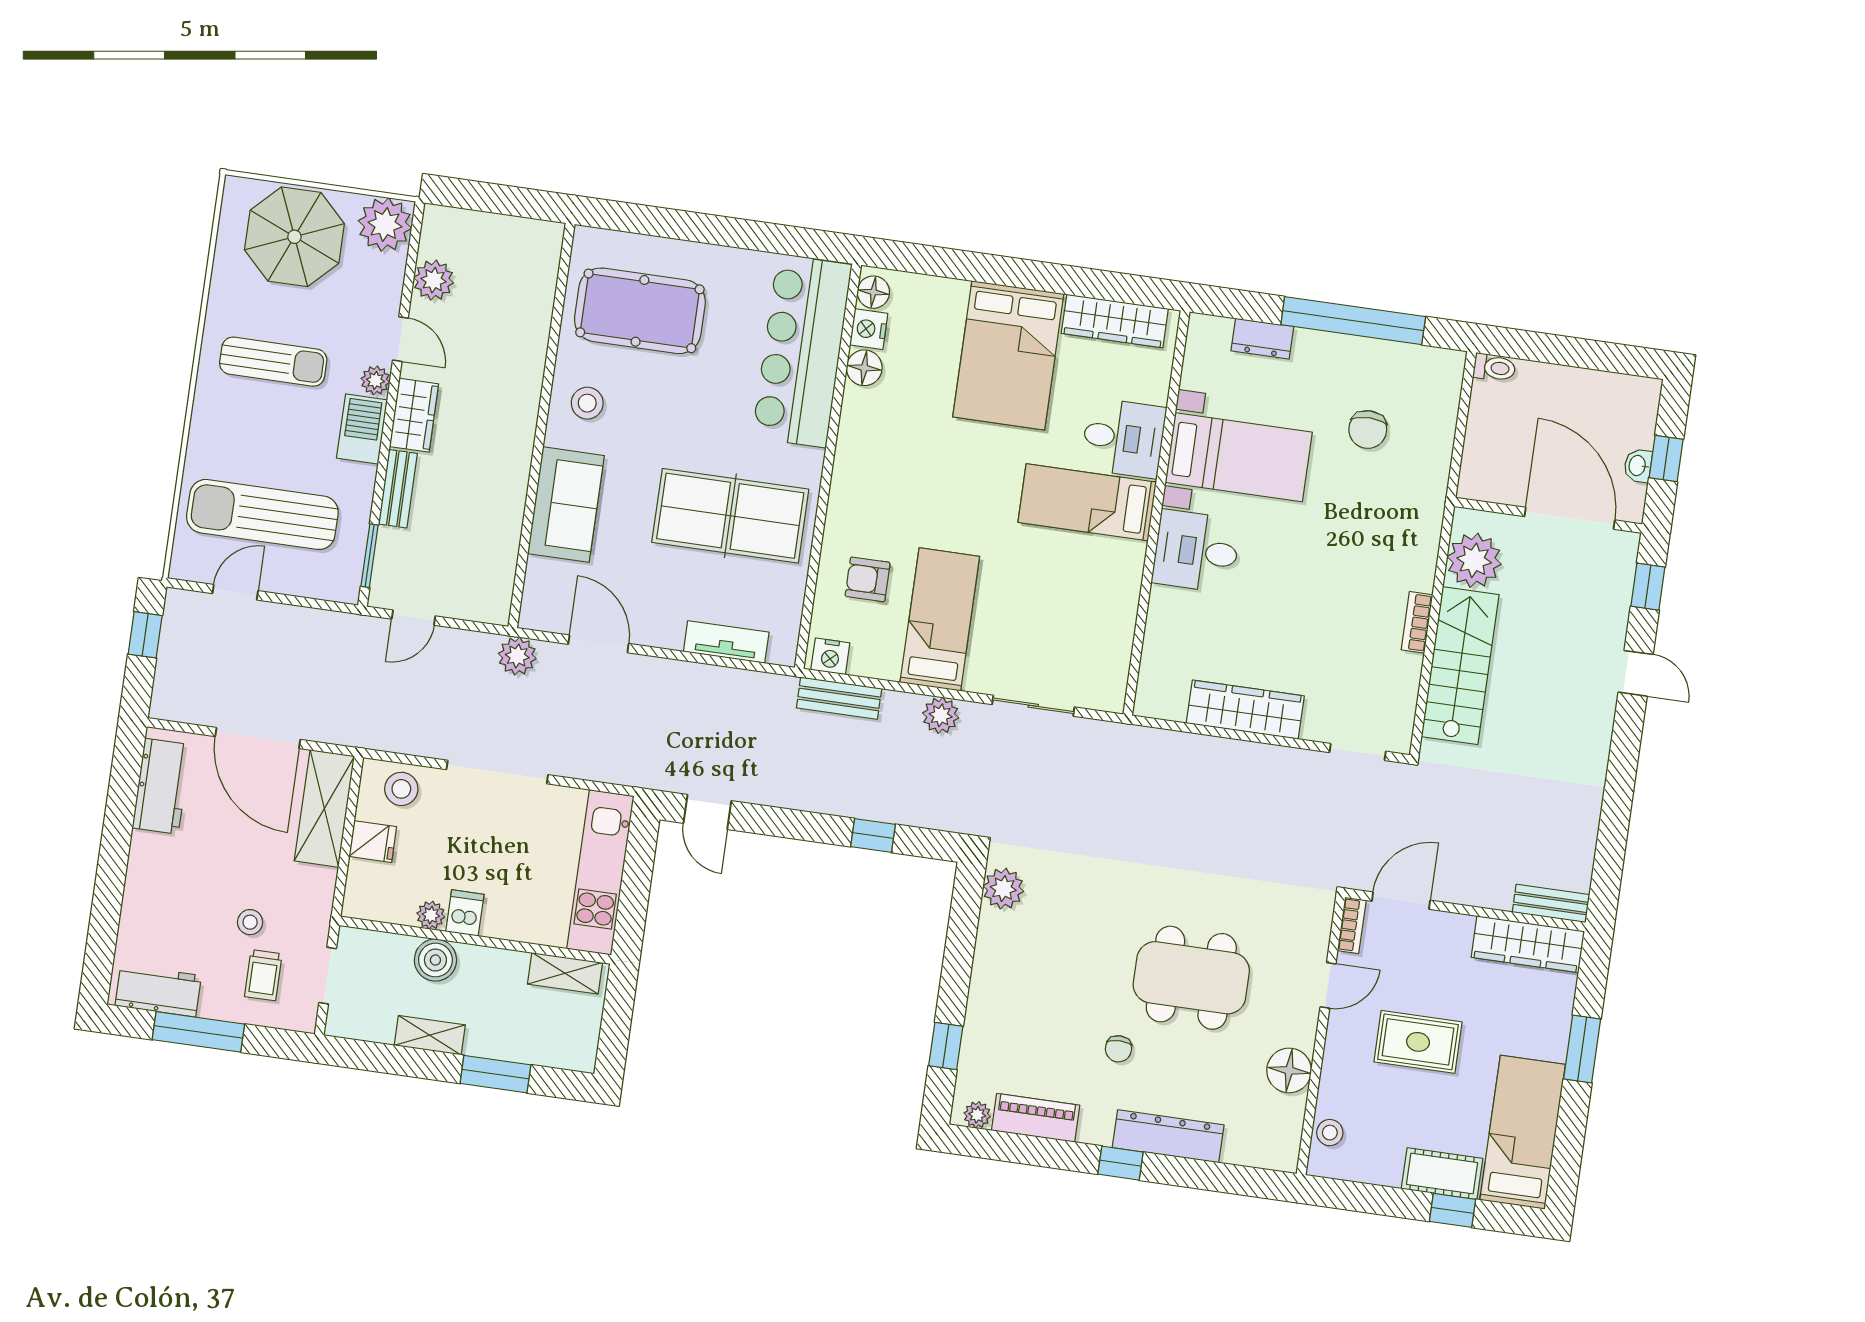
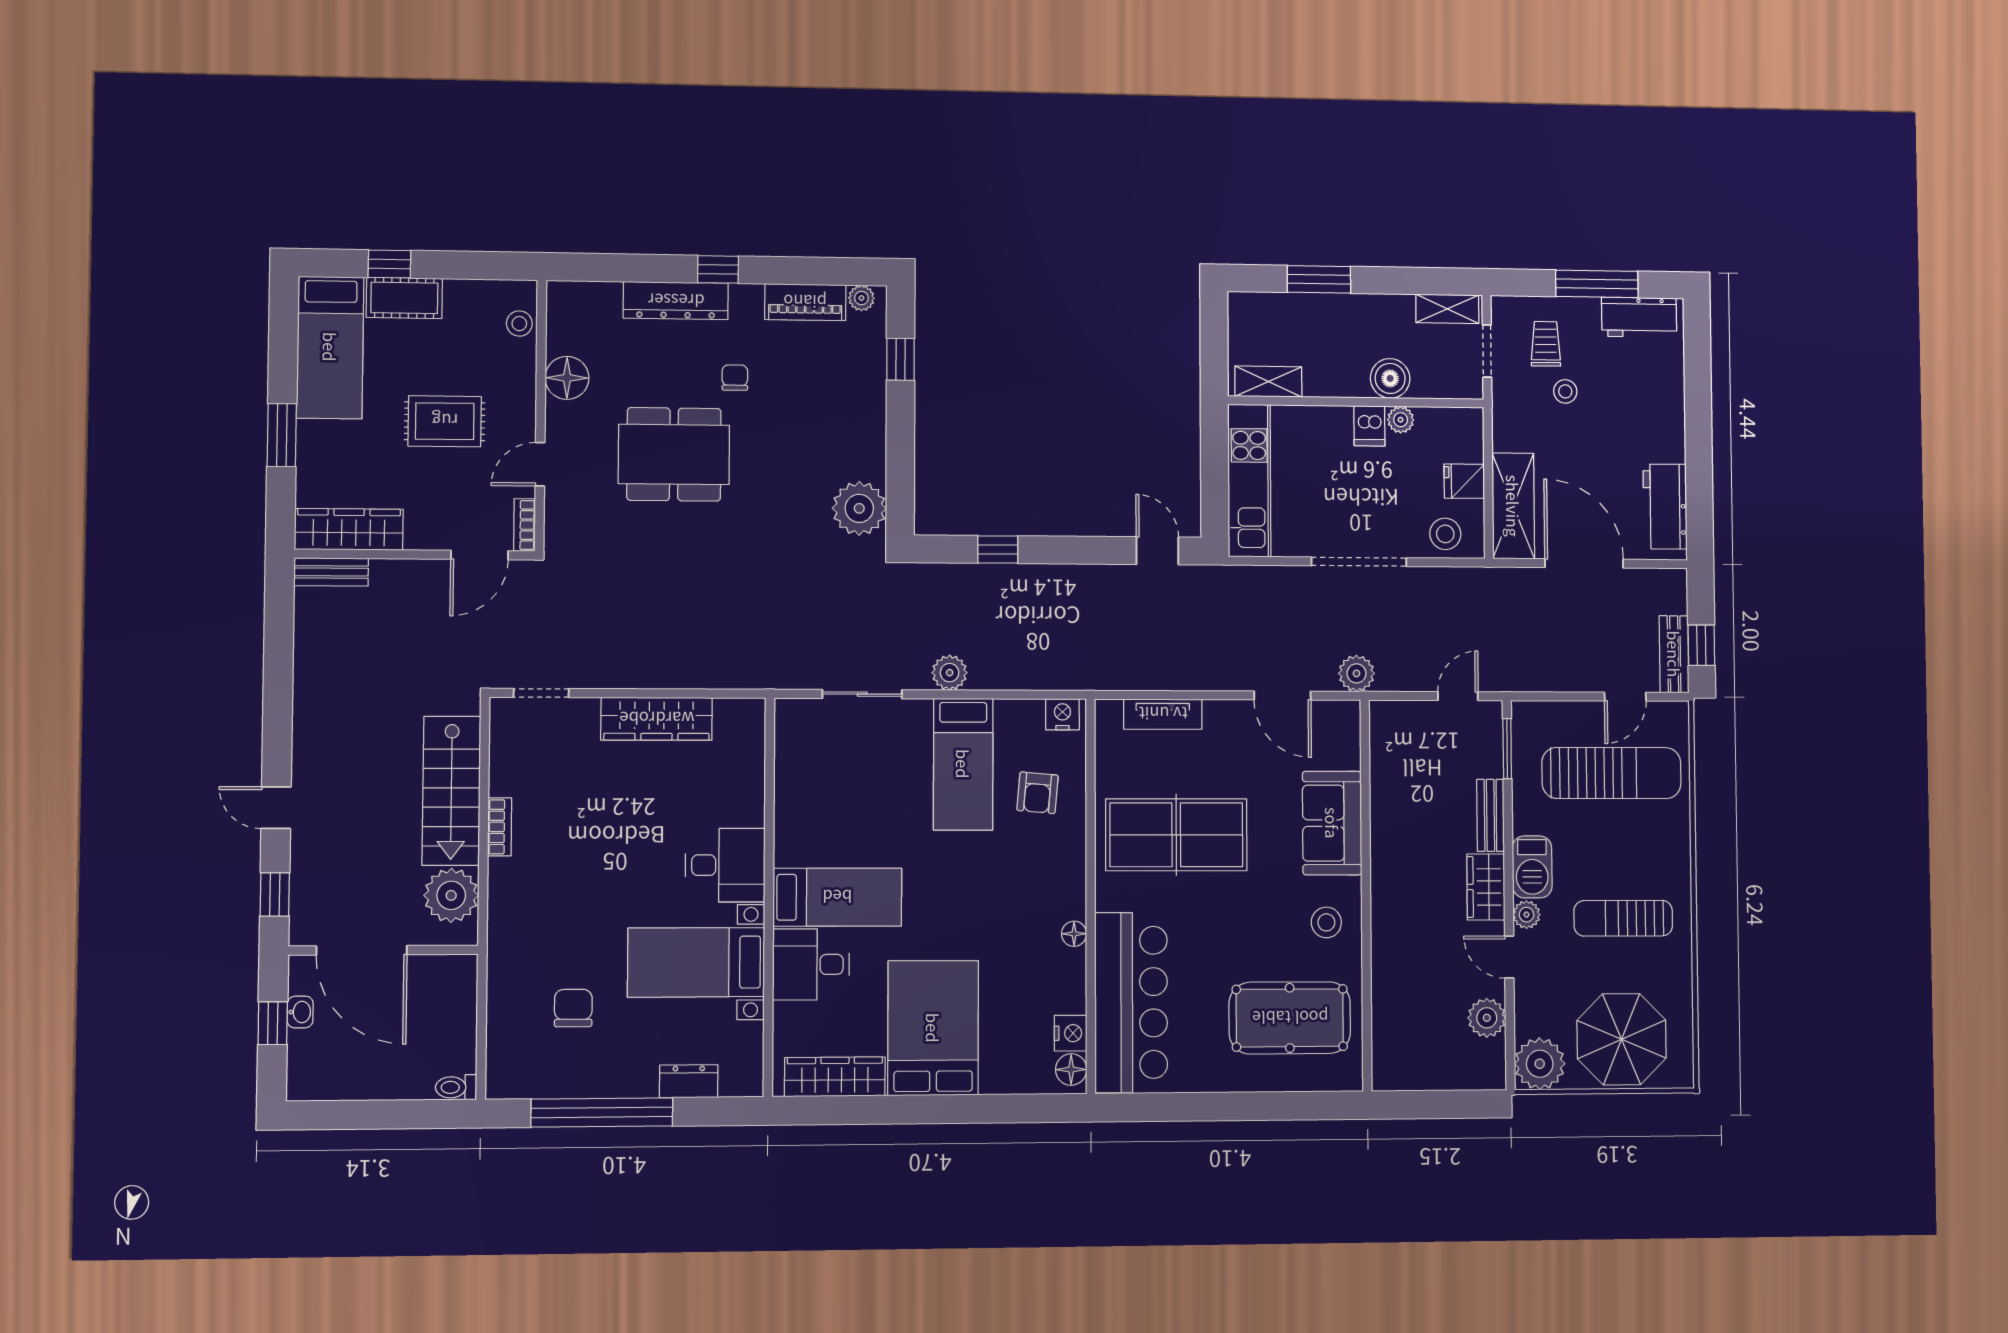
floor lamp: (864, 368) -> (1074, 934), moved, width x0.73, depth x0.73
armchair: (868, 579) -> (1037, 793), turned 95
bench: (839, 698) -> (1674, 654), moved, turned 90
plant: (1003, 889) -> (859, 508), width x1.36, depth x1.36
shelving: (430, 1035) -> (1447, 309), moved

